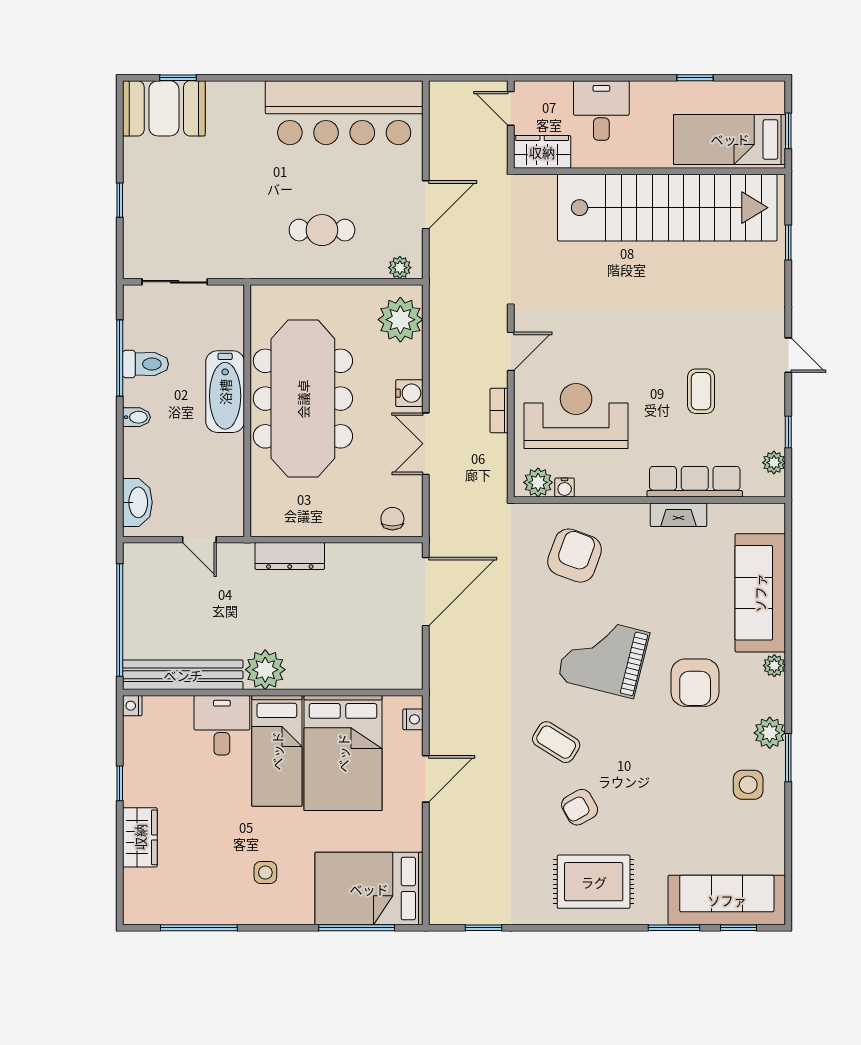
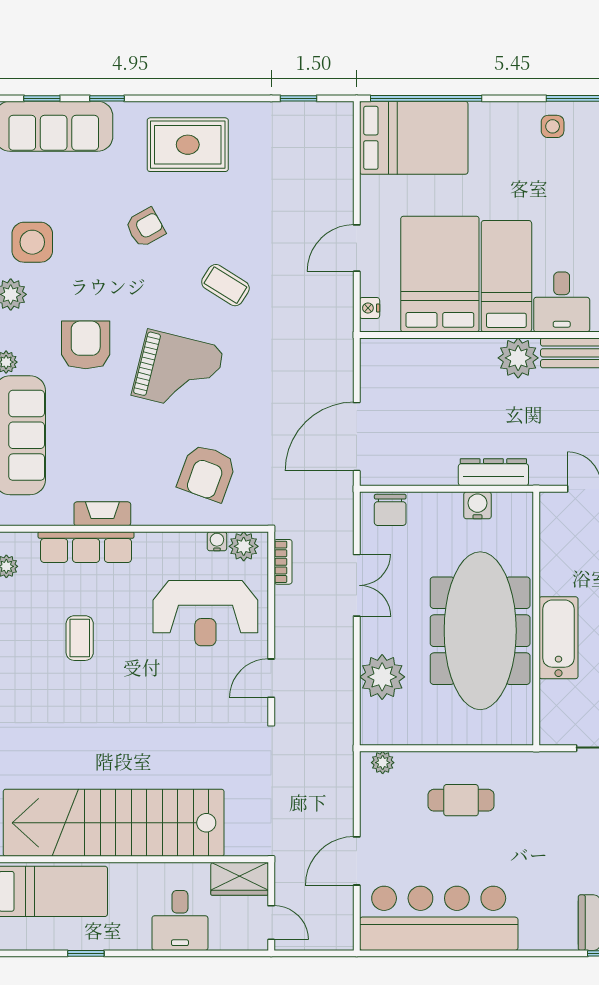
door: (426, 205) -> (357, 861), moved
plant: (400, 320) -> (382, 677), moved
water cooler: (409, 393) -> (477, 505), moved, turned 90
bookcase: (499, 410) -> (283, 562), moved
chair: (392, 519) -> (390, 510), width x1.37, depth x1.37
side table: (748, 785) -> (32, 242), width x1.37, depth x1.37
armchair: (580, 807) -> (145, 227), moved
side table: (265, 872) -> (553, 126), moved
window: (357, 928) -> (426, 98), width x1.46
window: (674, 928) -> (107, 98), width x0.67

